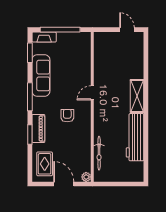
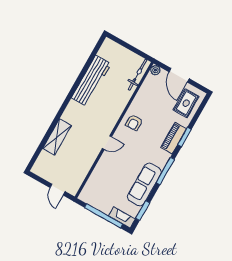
door: (127, 30) -> (58, 190), moved
shelving: (137, 96) -> (57, 137), moved
armchair: (67, 116) -> (134, 123), moved
bicycle: (99, 153) -> (138, 75), moved

